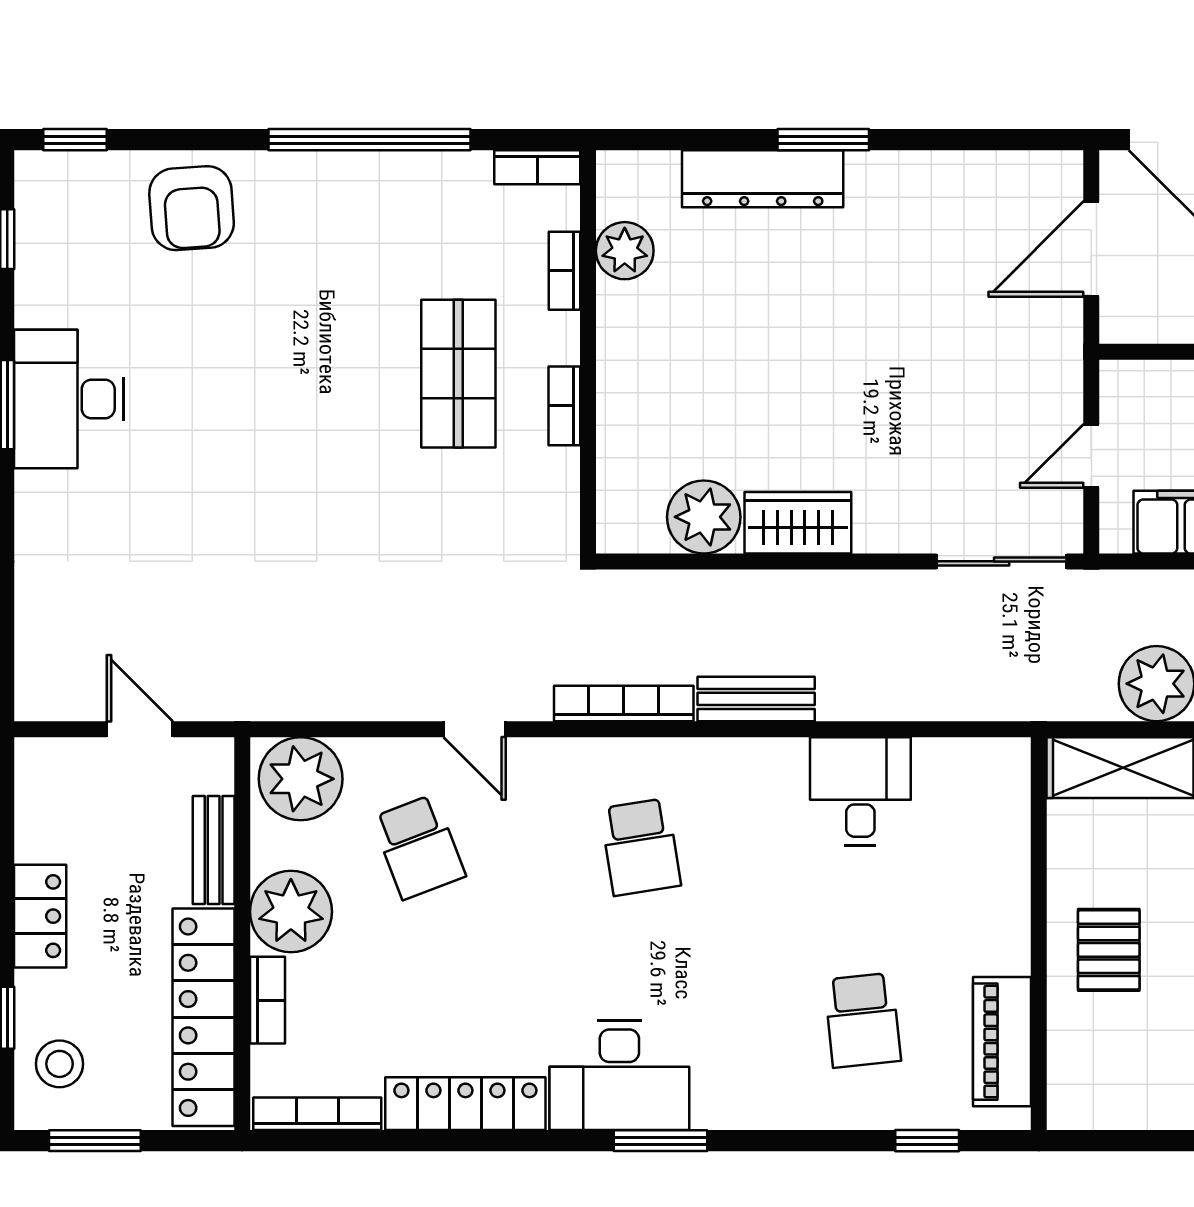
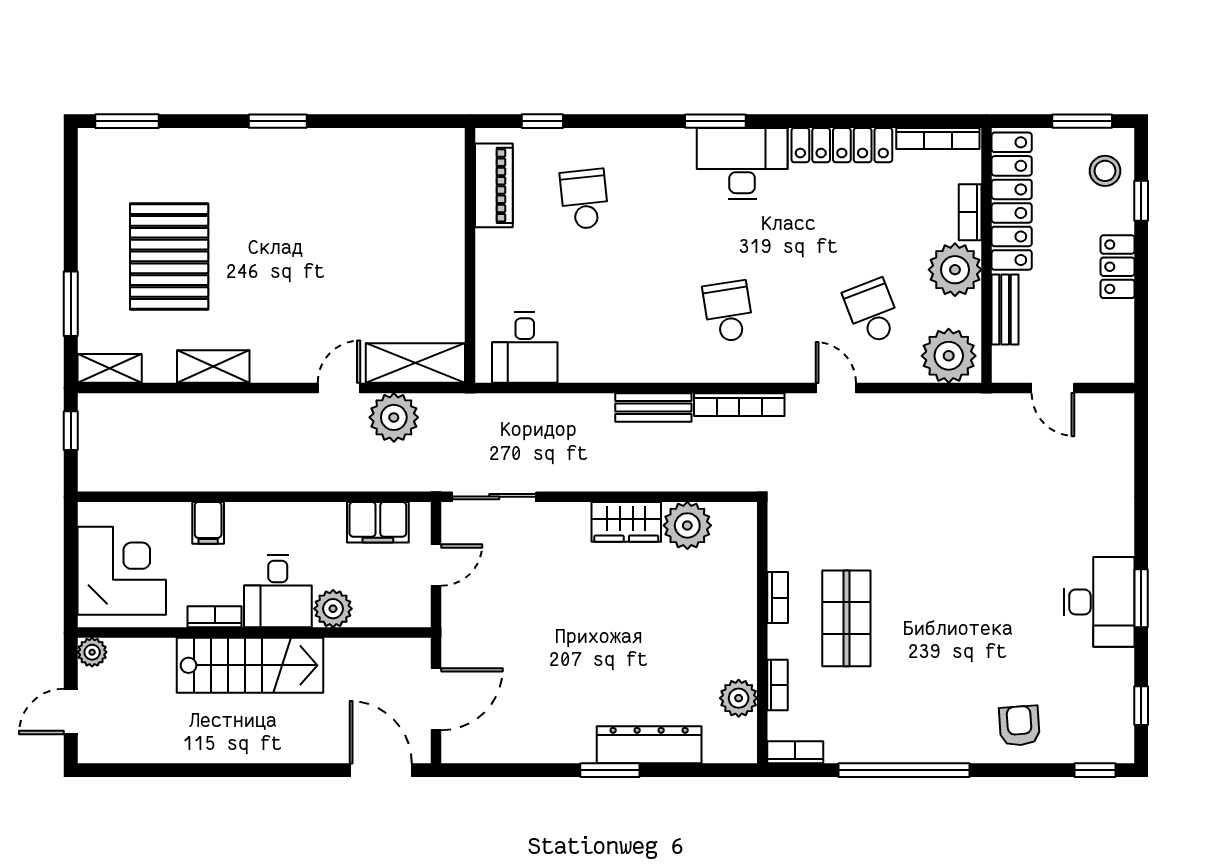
armchair: (192, 208) -> (1019, 726), width x0.72, depth x0.72
desk: (860, 791) -> (525, 348), moved
pallet: (1109, 950) -> (425, 245), removed

